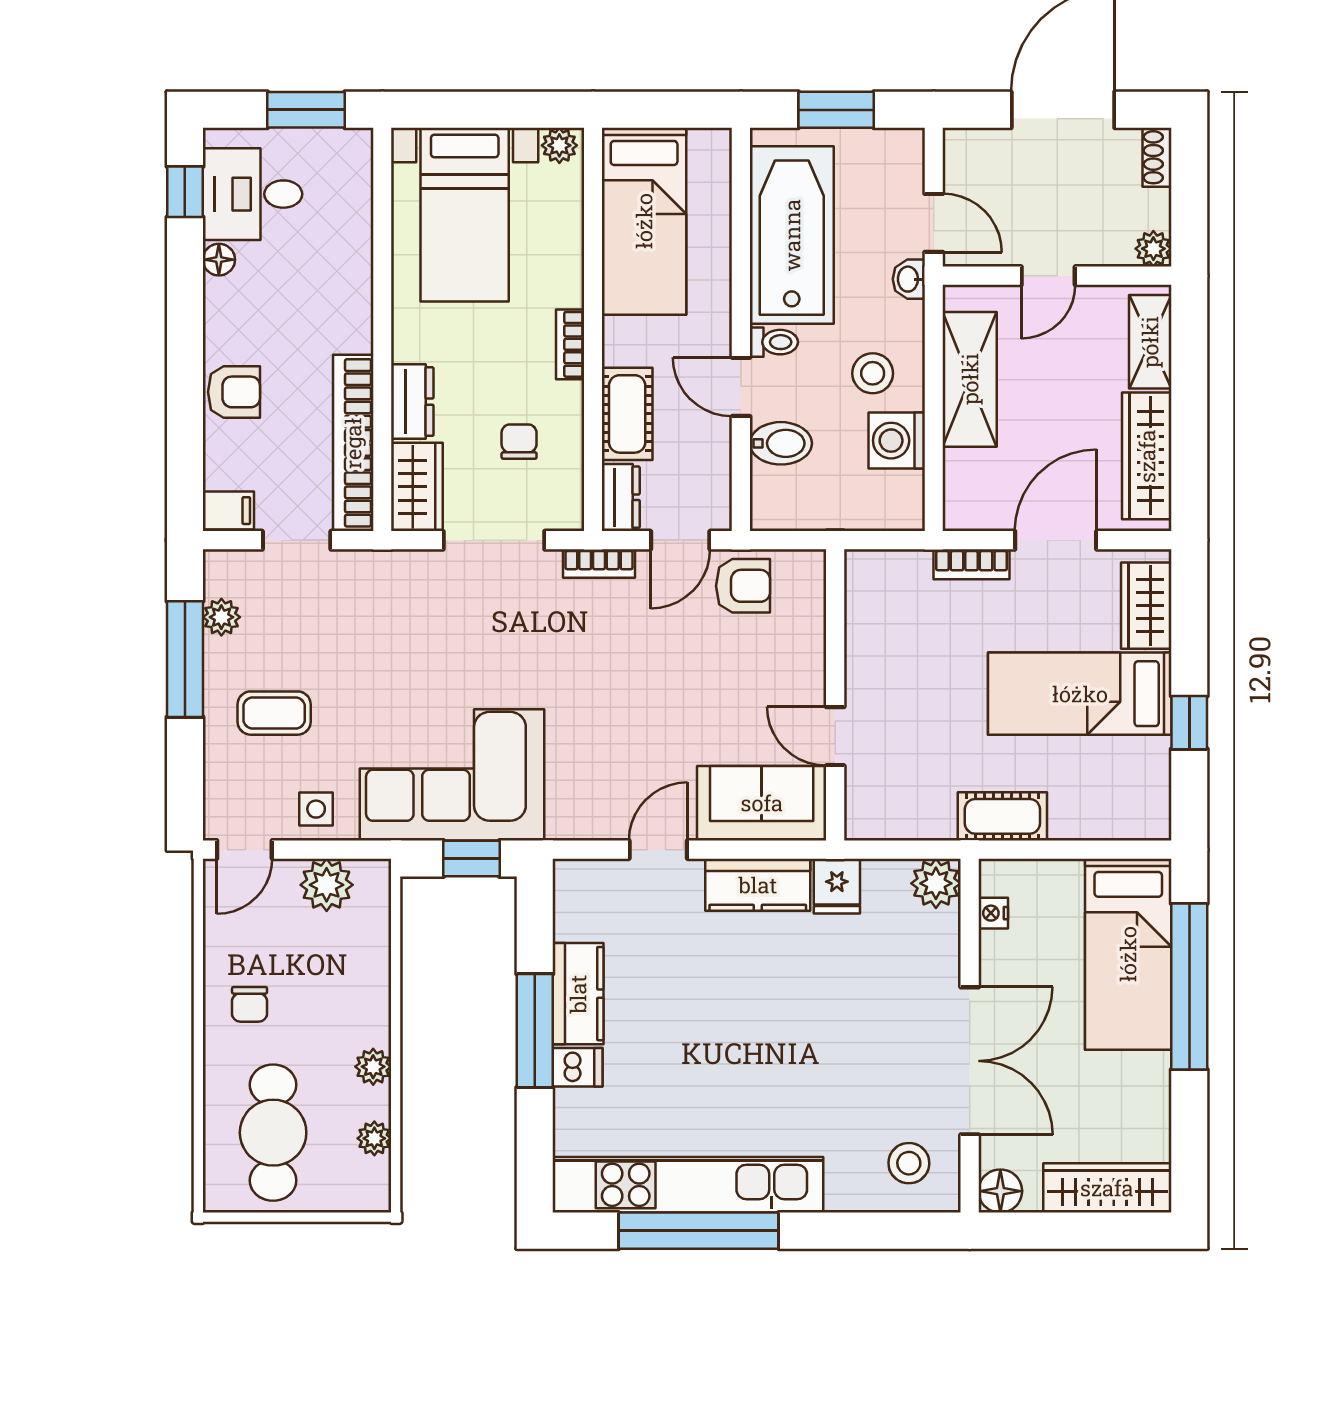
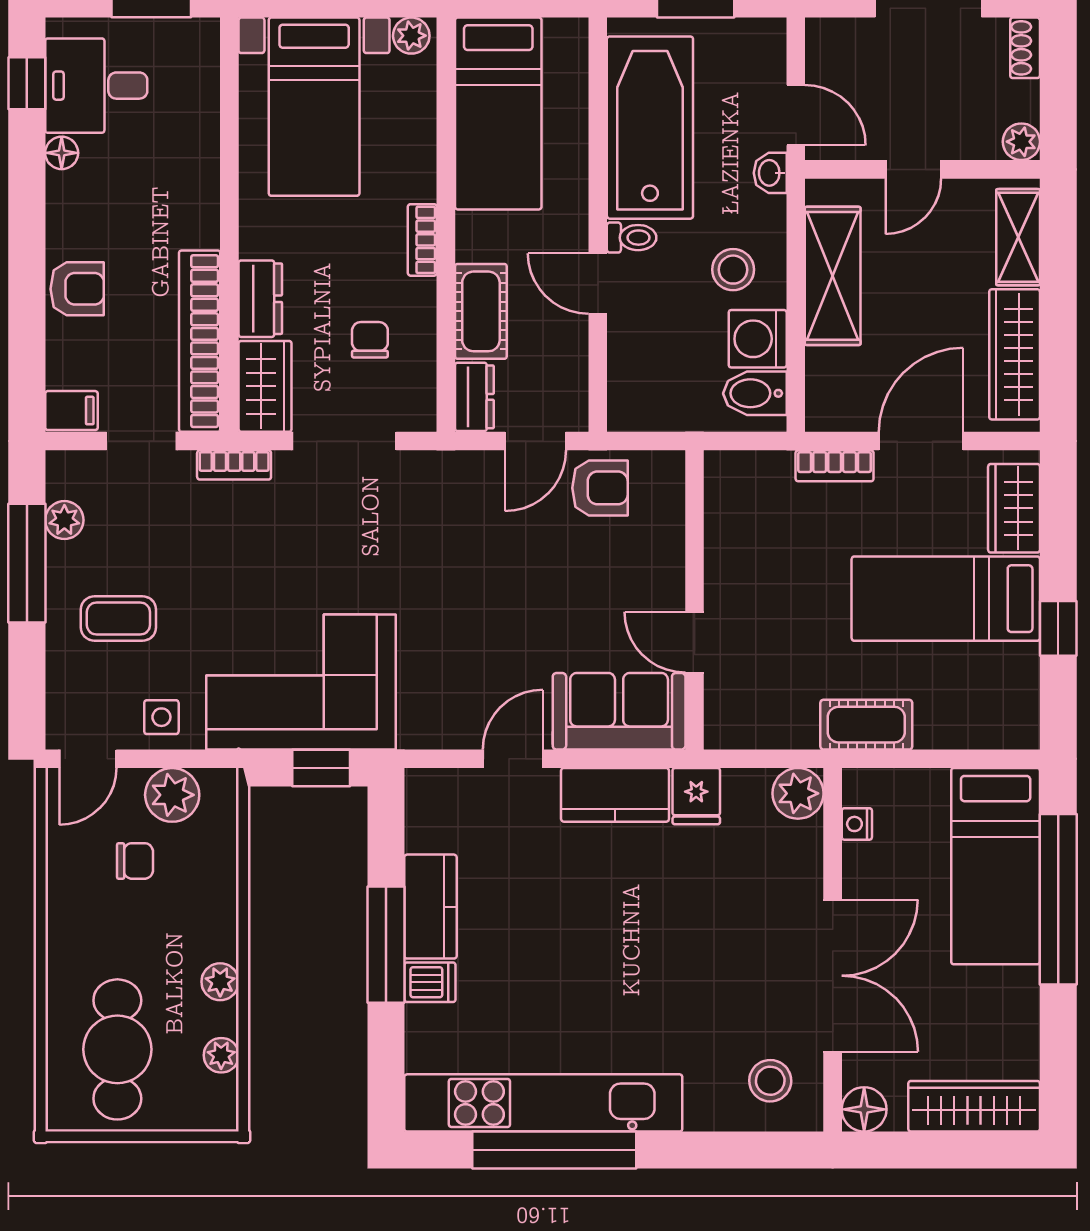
bidet: (781, 443) -> (755, 393), moved, turned 180
bookcase: (599, 564) -> (234, 465), moved
chair: (250, 1004) -> (135, 861), moved, turned -90

